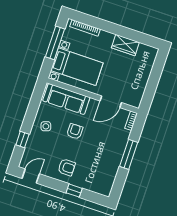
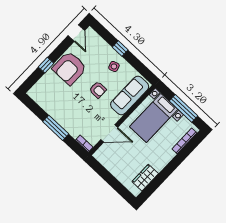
wardrobe: (125, 45) -> (145, 178), moved
door: (111, 102) -> (109, 133), swing flipped
window: (22, 139) -> (120, 48), moved
armchair: (67, 167) -> (70, 68), width x1.88, depth x1.88

